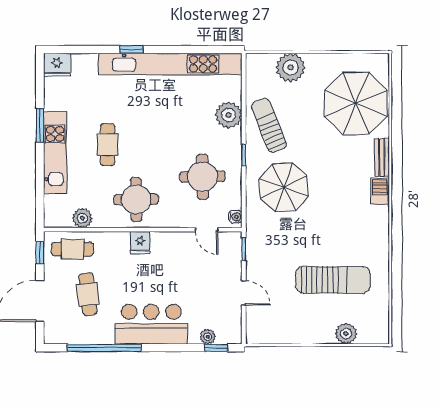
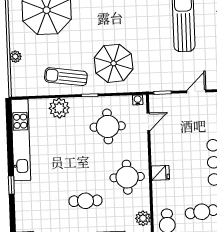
kitchen unit: (170, 64) -> (21, 140), width x0.73
plant: (290, 68) -> (15, 57), width x0.53, depth x0.53
sun lounger: (269, 125) -> (66, 77), turned 30

